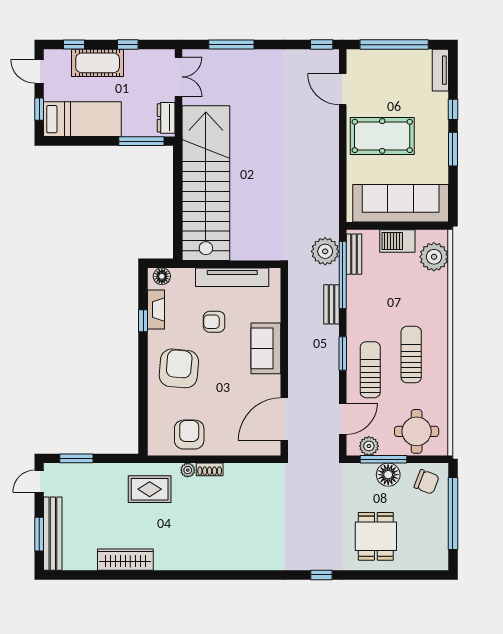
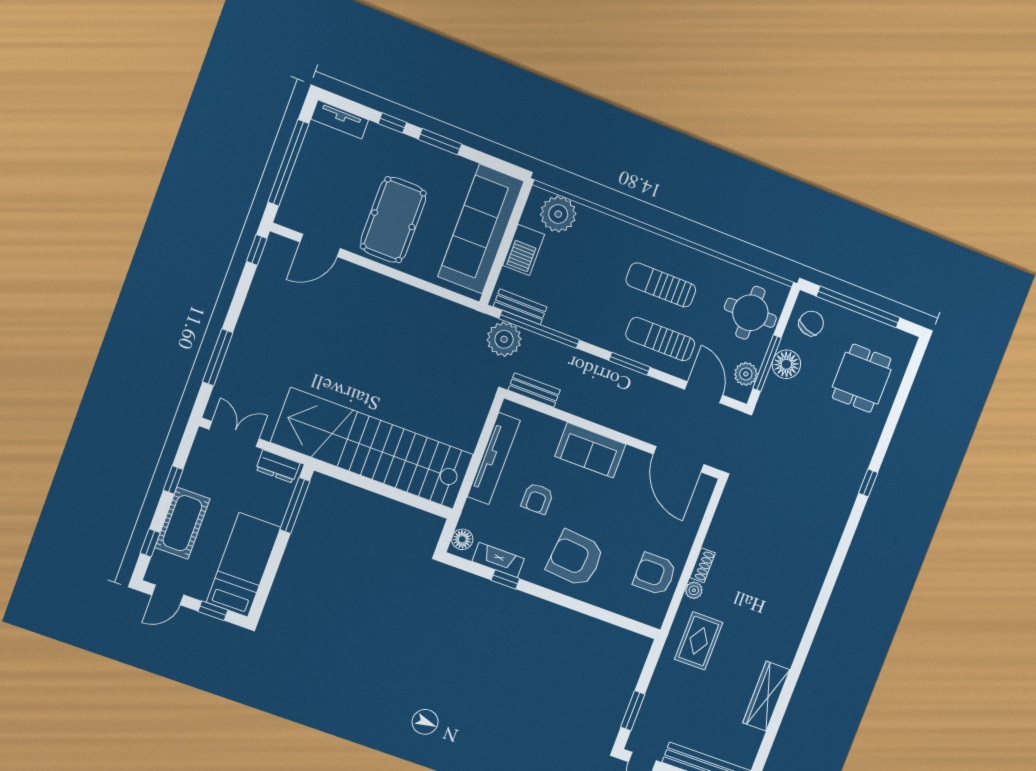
bench: (331, 304) -> (534, 390), moved
dining table: (376, 536) -> (862, 378), moved, turned 90

